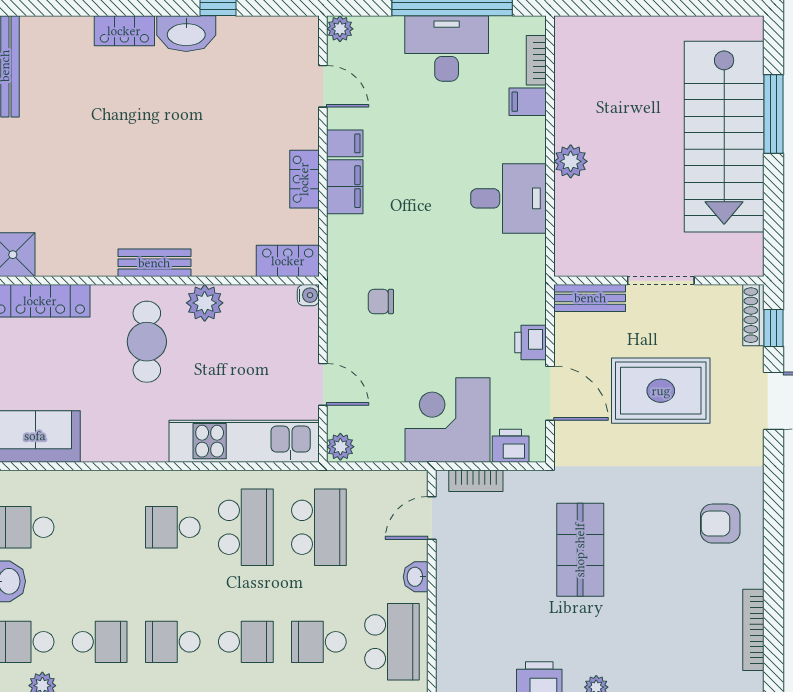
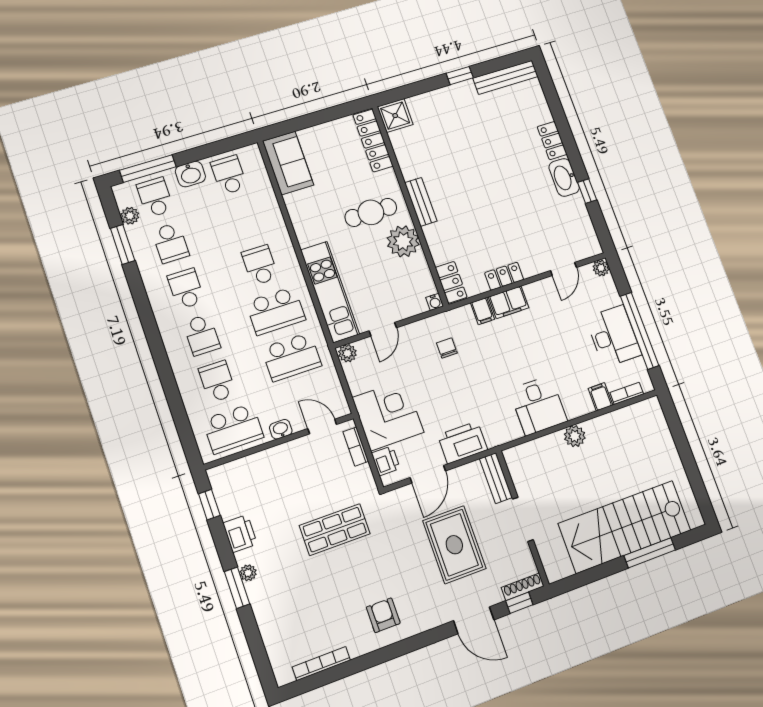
filing cabinet: (345, 143) -> (482, 311), moved
plant: (205, 303) -> (403, 241), width x1.36, depth x1.36
printer: (530, 343) -> (463, 442), width x1.87, depth x1.48

